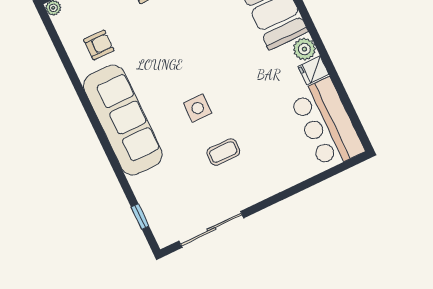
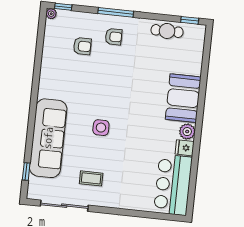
armchair: (99, 45) -> (82, 46), moved
sofa: (123, 120) -> (48, 138), moved
coffee table: (223, 152) -> (91, 178), moved

